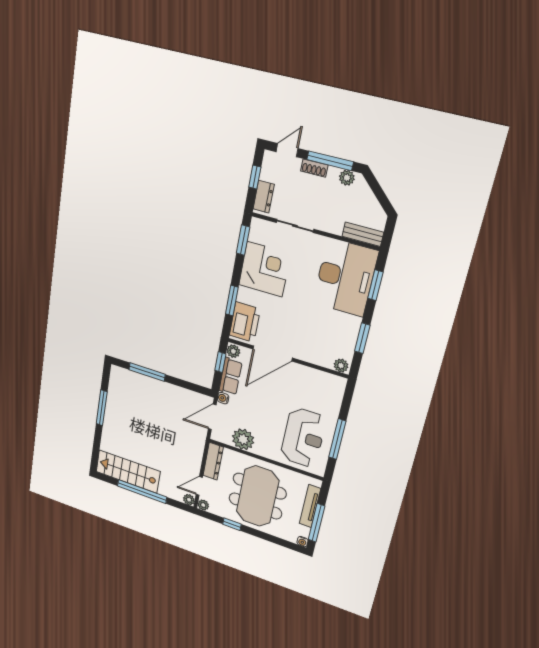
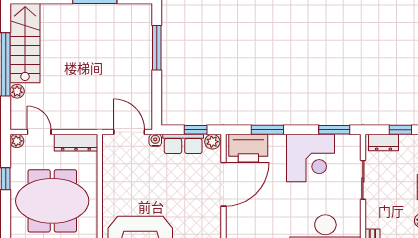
door: (272, 353) -> (223, 184), swing flipped
plant: (243, 439) -> (115, 172), removed
plant: (189, 500) -> (17, 91), moved

